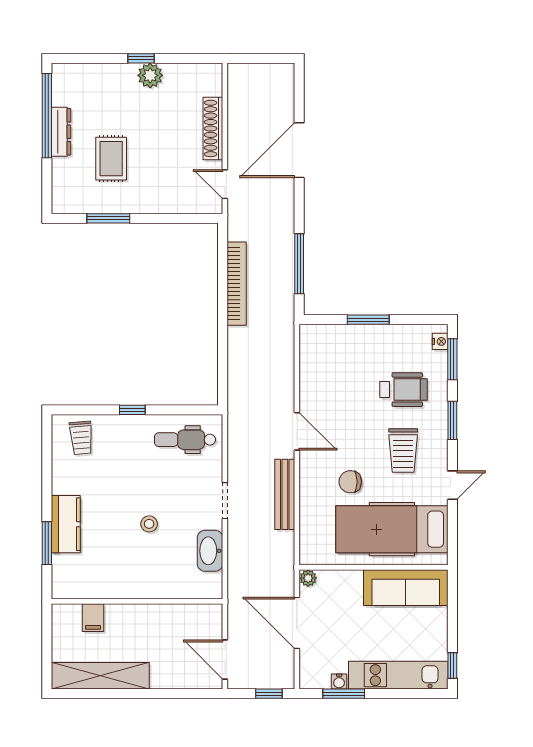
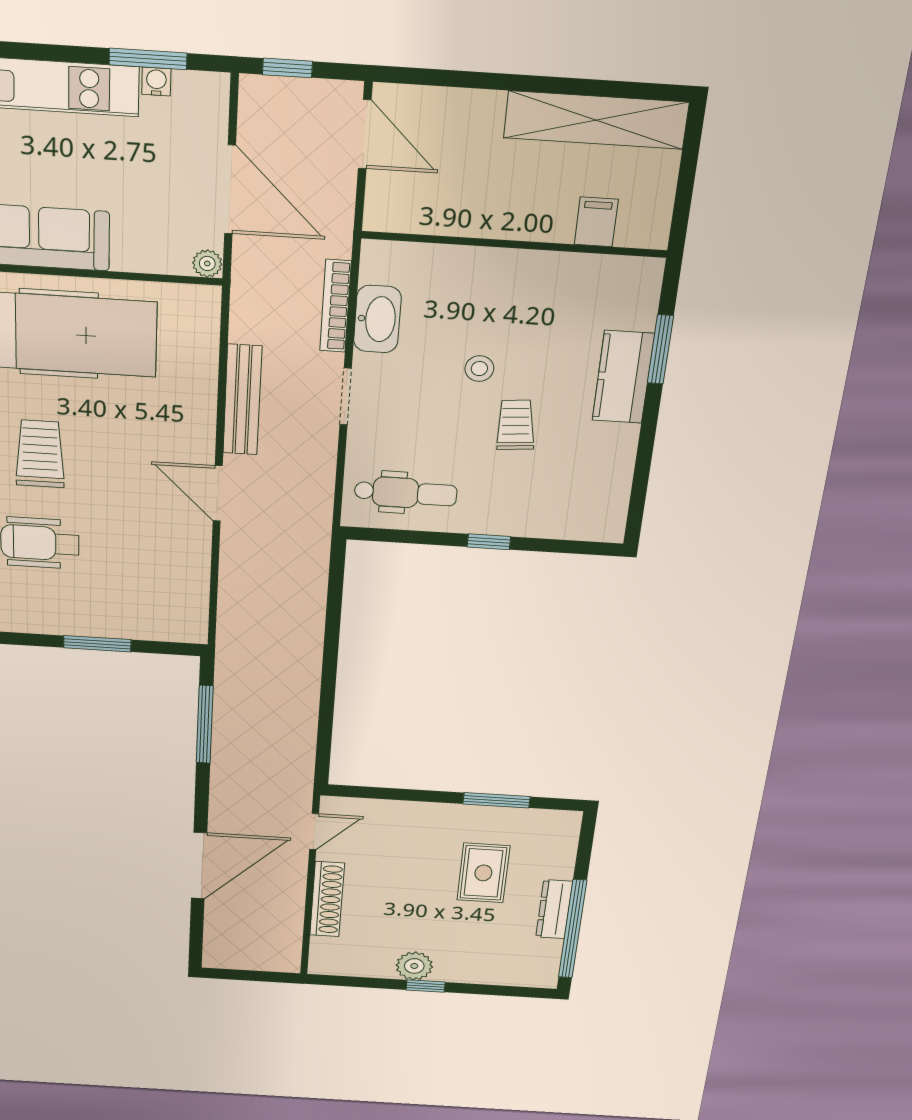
door: (225, 184) -> (314, 832), hinge flipped
bookcase: (237, 284) -> (335, 306), moved, width x0.68, depth x0.76
trolley: (81, 438) -> (516, 425), moved
chair: (350, 482) -> (130, 412), removed

